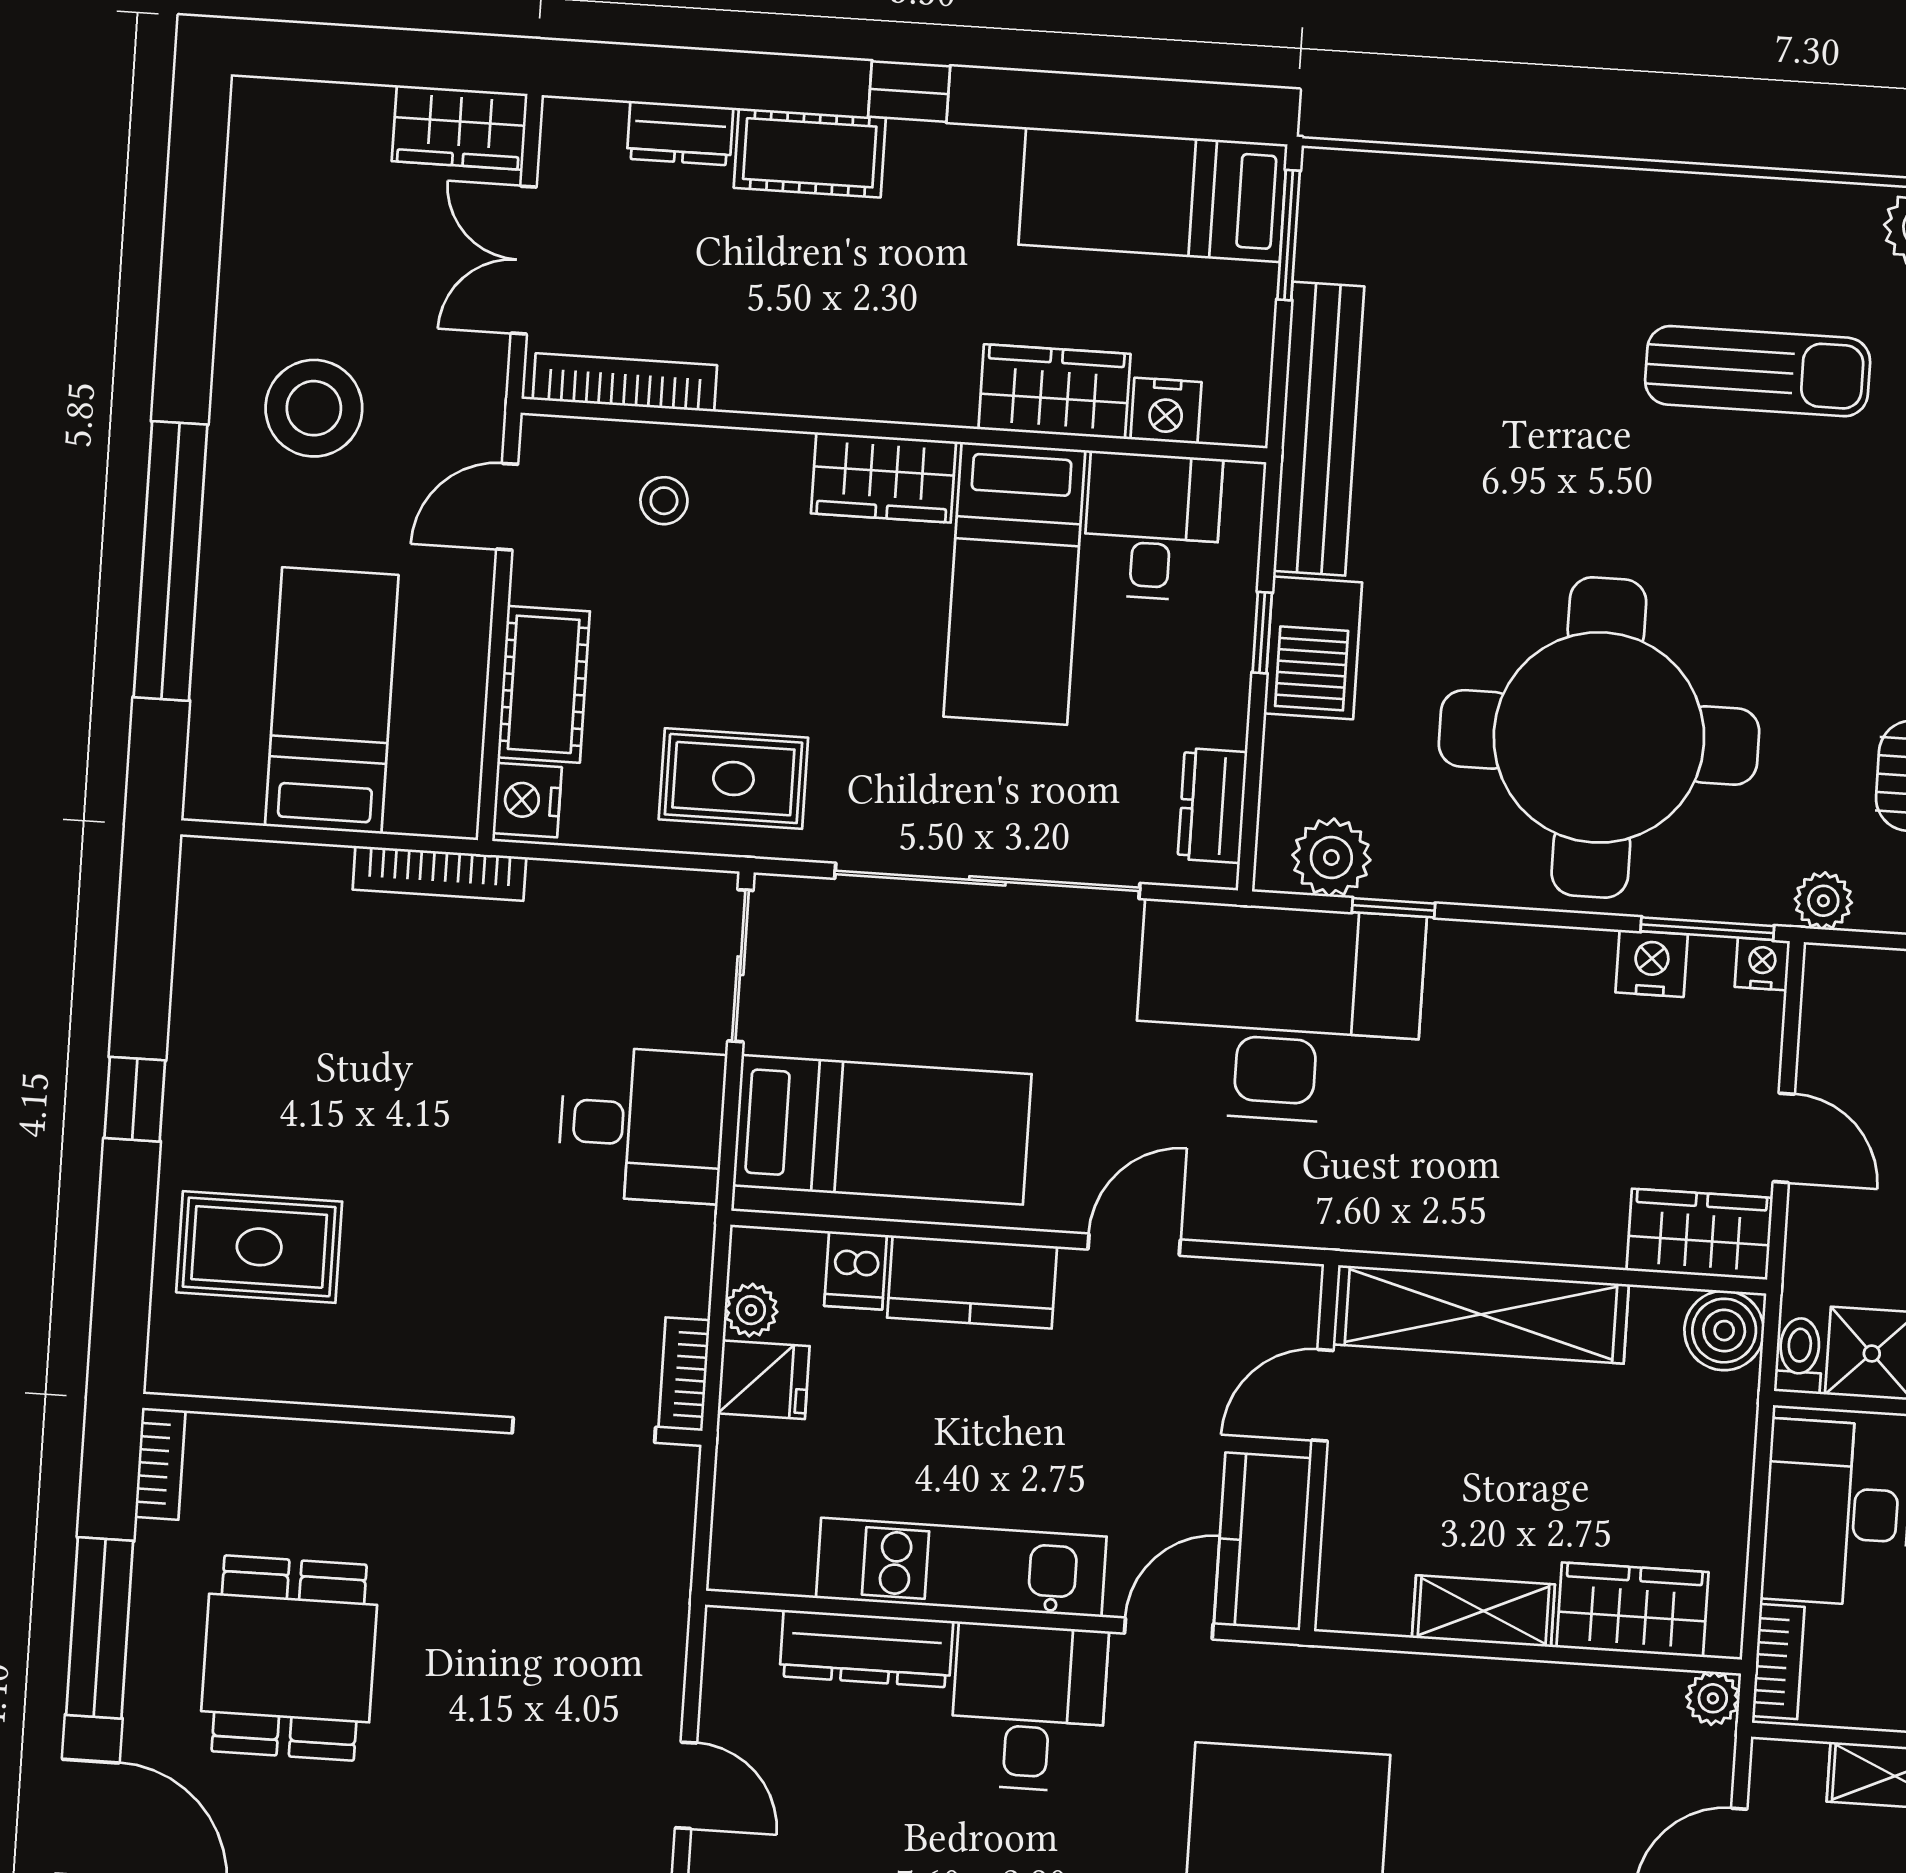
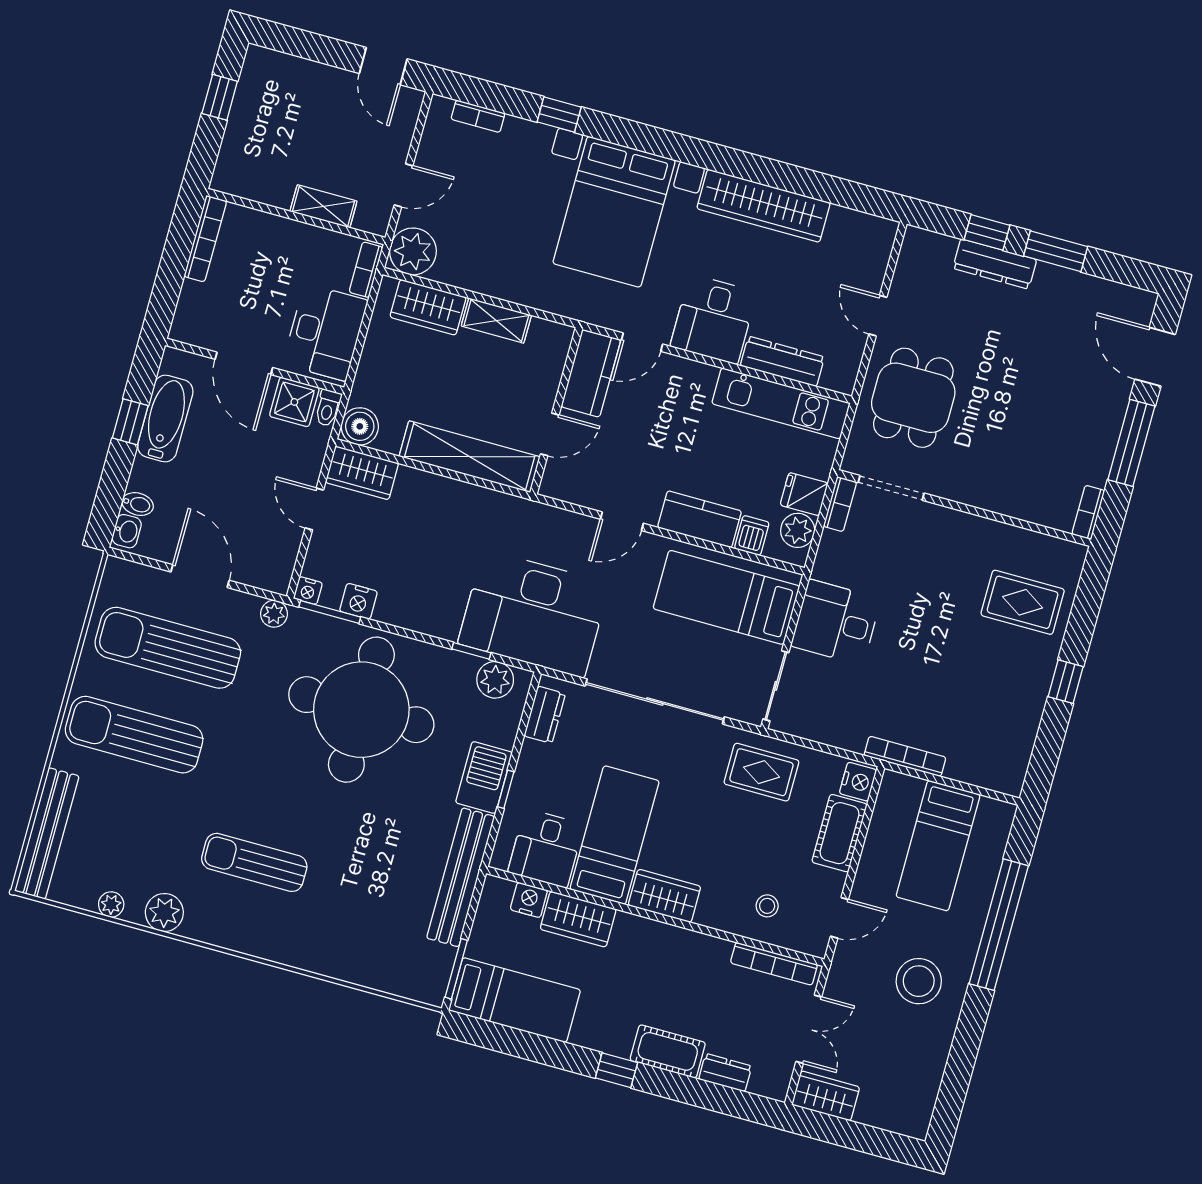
plant: (751, 1310) -> (798, 530), width x1.38, depth x1.38
kitchen unit: (961, 1567) -> (781, 403), moved
dining table: (289, 1658) -> (913, 398), moved
plant: (1713, 1698) -> (413, 251), width x1.88, depth x1.88

